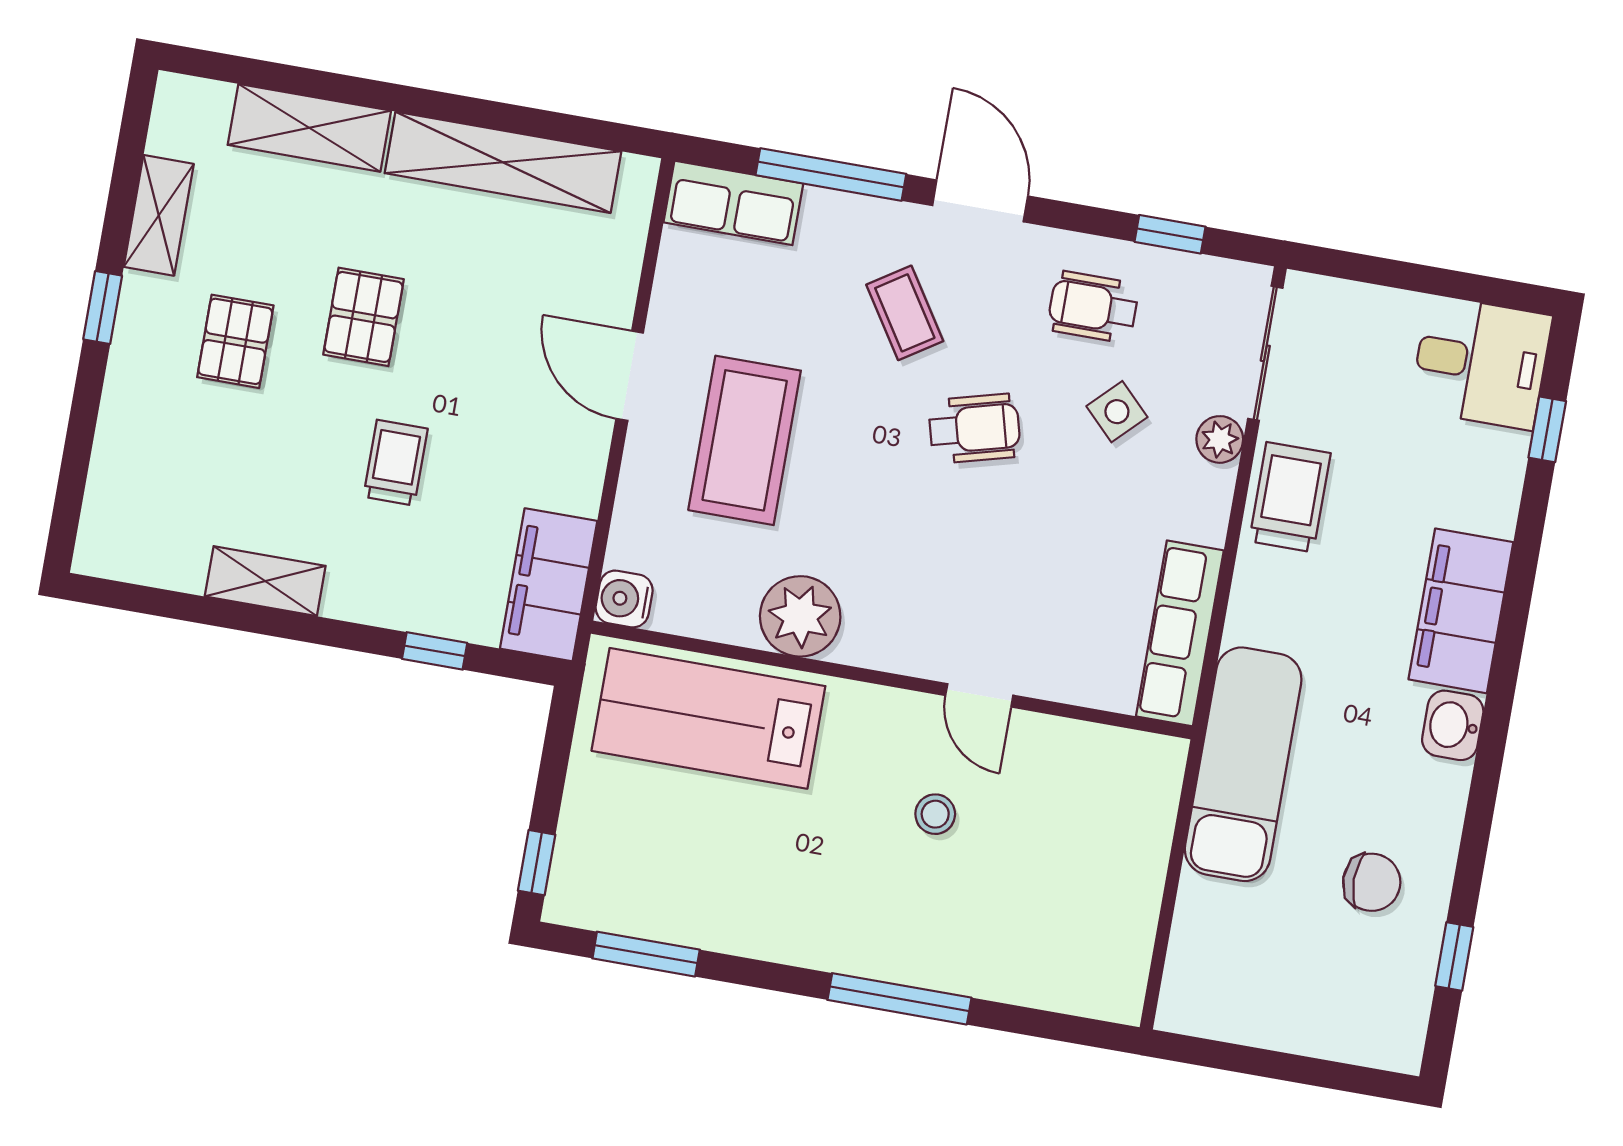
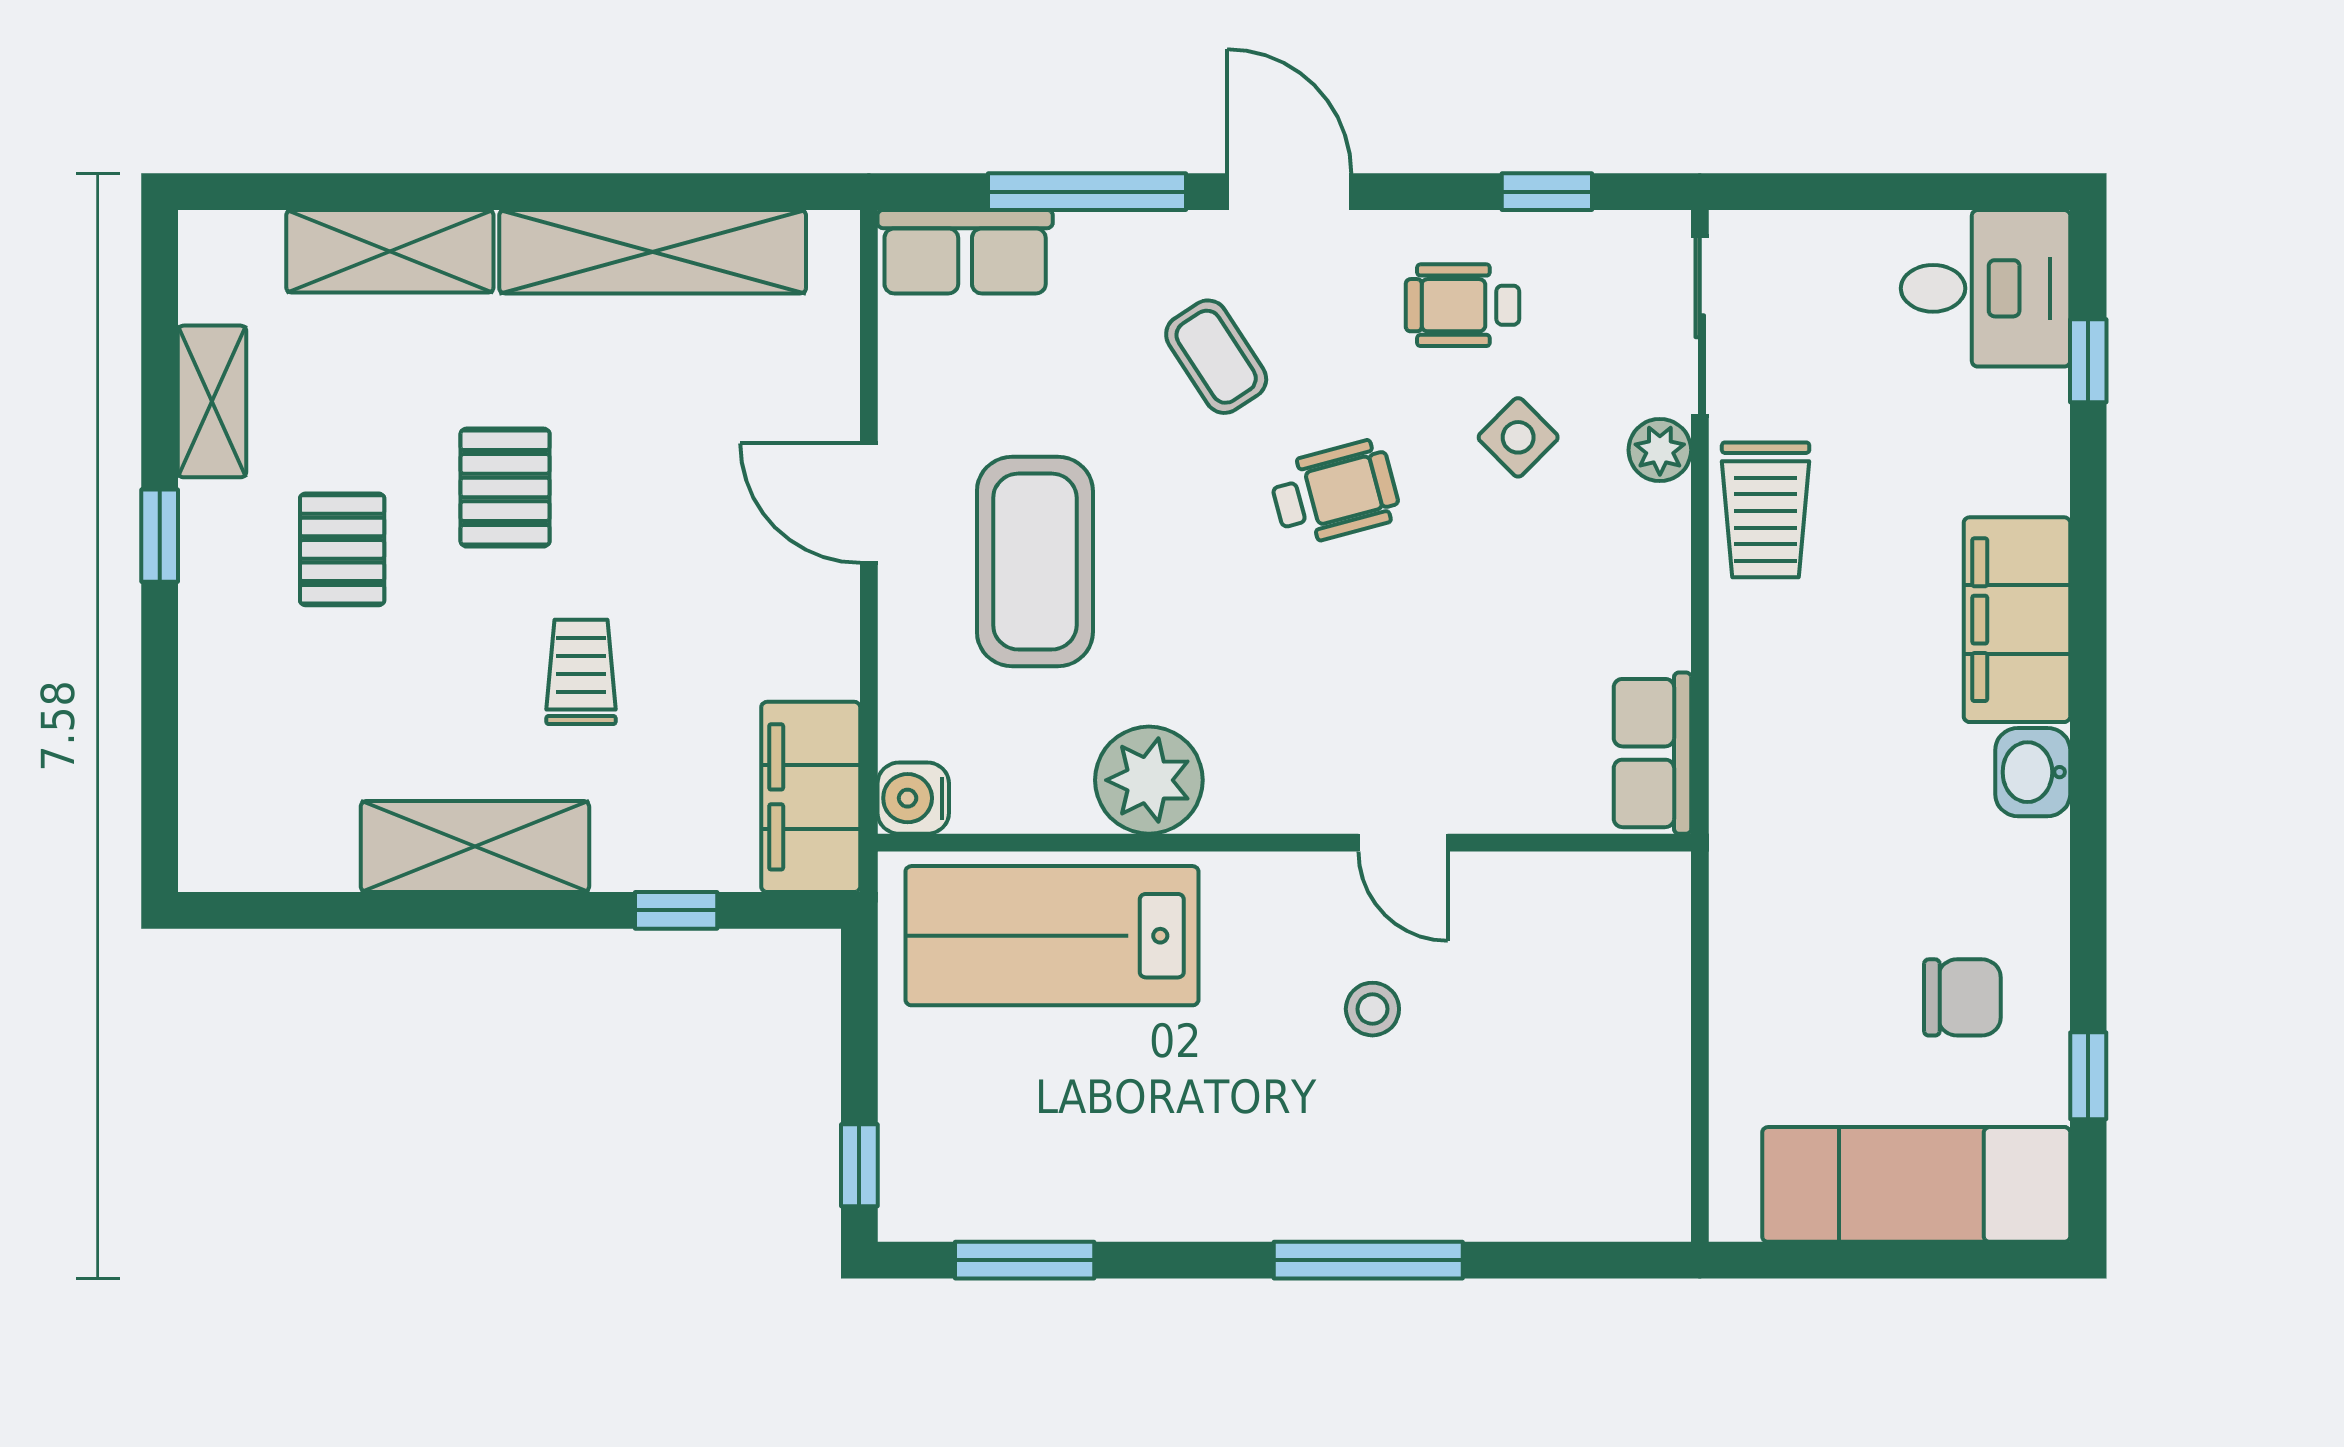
trolley: (1290, 497) -> (1766, 510), turned 180
shelving: (265, 581) -> (475, 846), width x1.50, depth x1.33
row of seats: (1180, 633) -> (1652, 753), width x0.68
exam couch: (1243, 764) -> (1916, 1184), moved, turned -90

